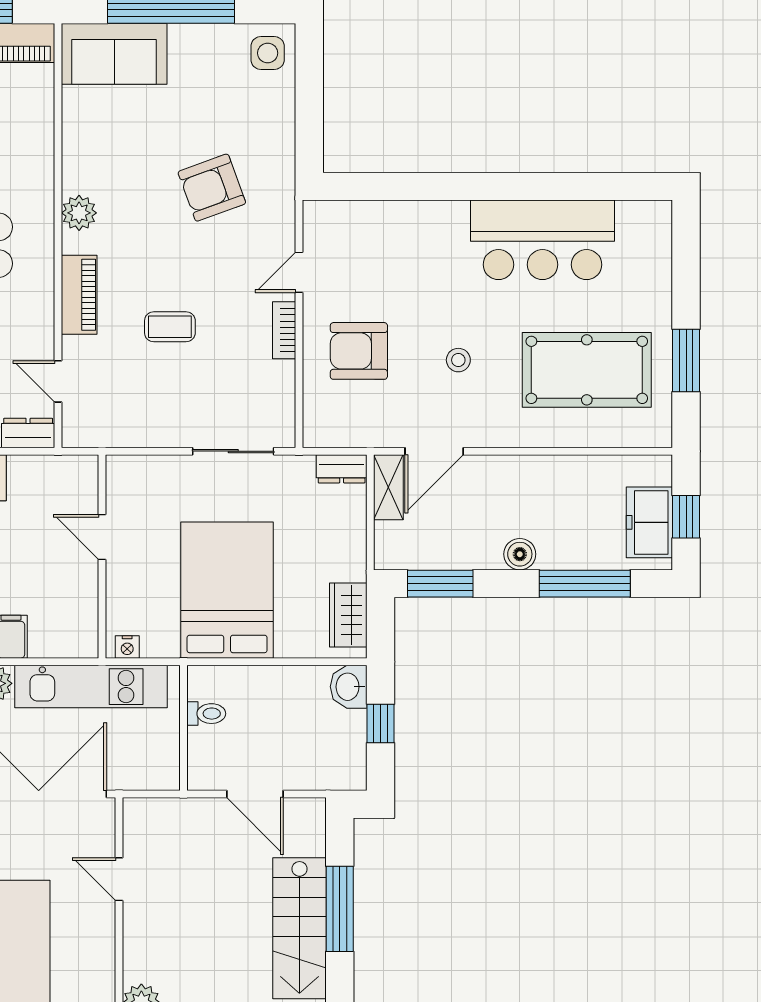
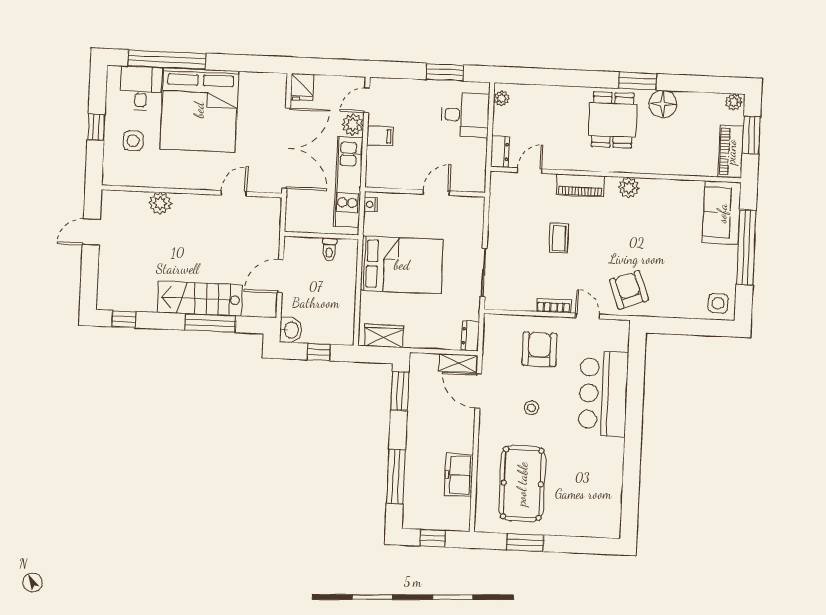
armchair: (212, 188) -> (629, 290), moved
bar counter: (543, 240) -> (603, 394), moved
freezer: (649, 522) -> (459, 475), moved, turned -90
boiler: (520, 554) -> (415, 439), removed
washbasin: (349, 687) -> (291, 330), moved, turned 90

